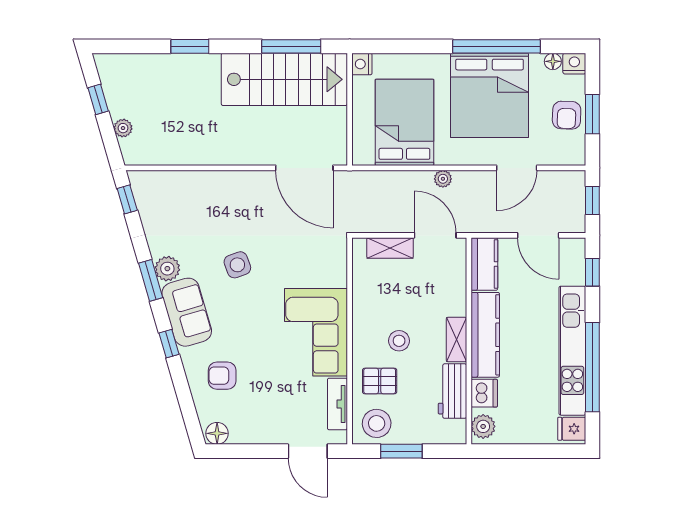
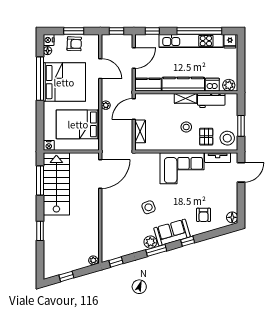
plant: (123, 128) -> (93, 260), moved

